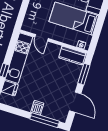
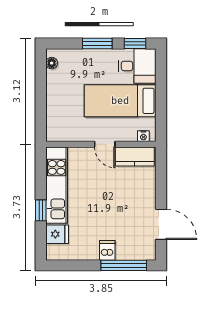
door: (41, 38) -> (105, 144), moved
window: (84, 74) -> (161, 179), removed

